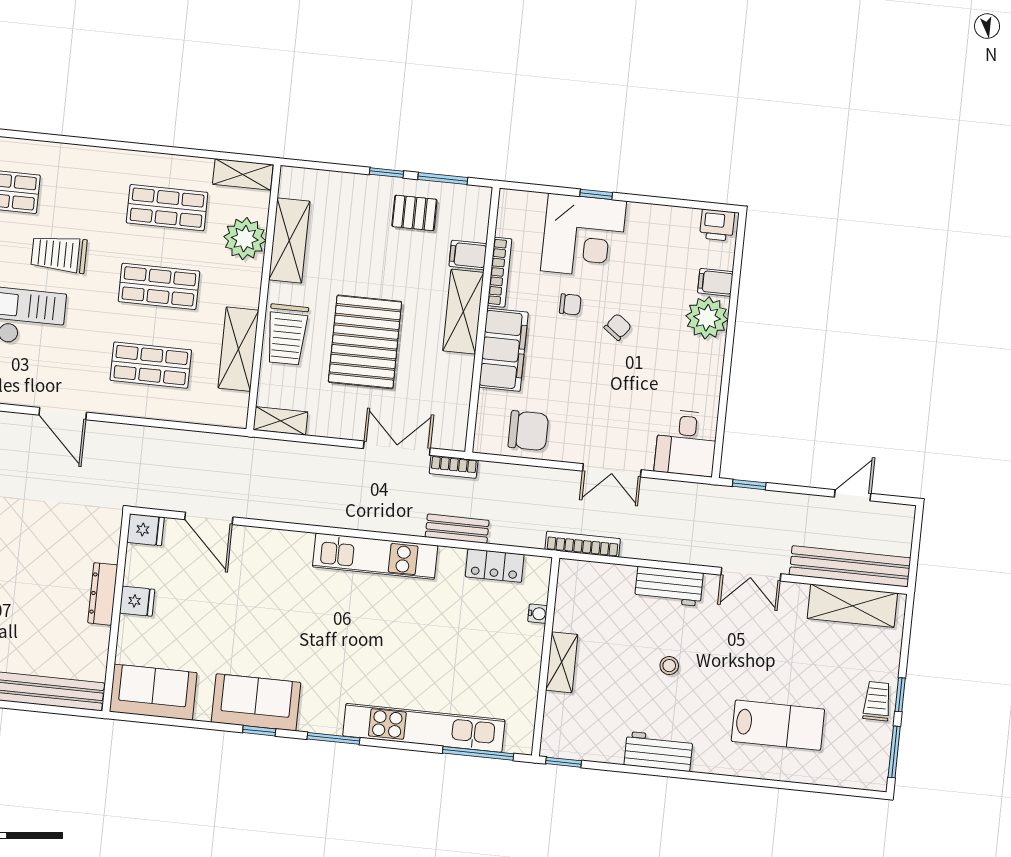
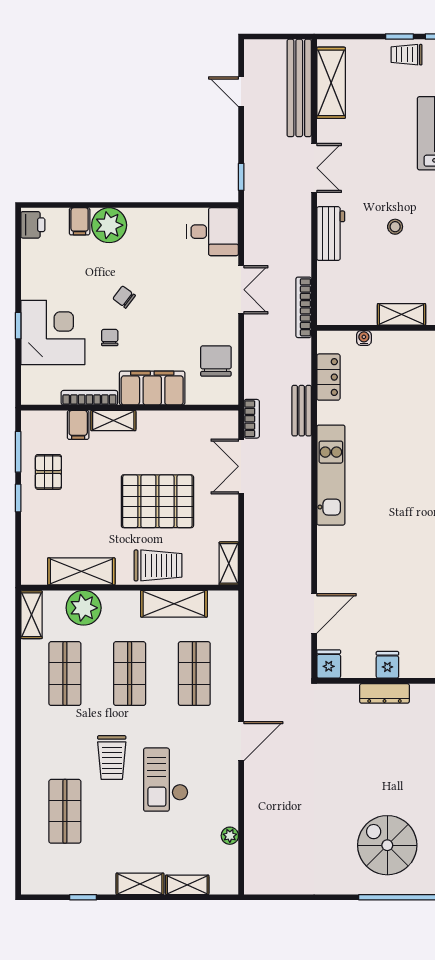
shelving: (463, 312) -> (113, 421), width x0.67, depth x0.75

